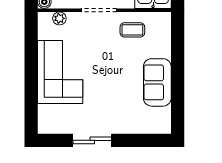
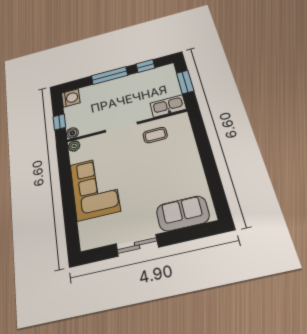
plant: (59, 18) -> (74, 146), moved
sofa: (157, 82) -> (183, 214), moved, turned 90

